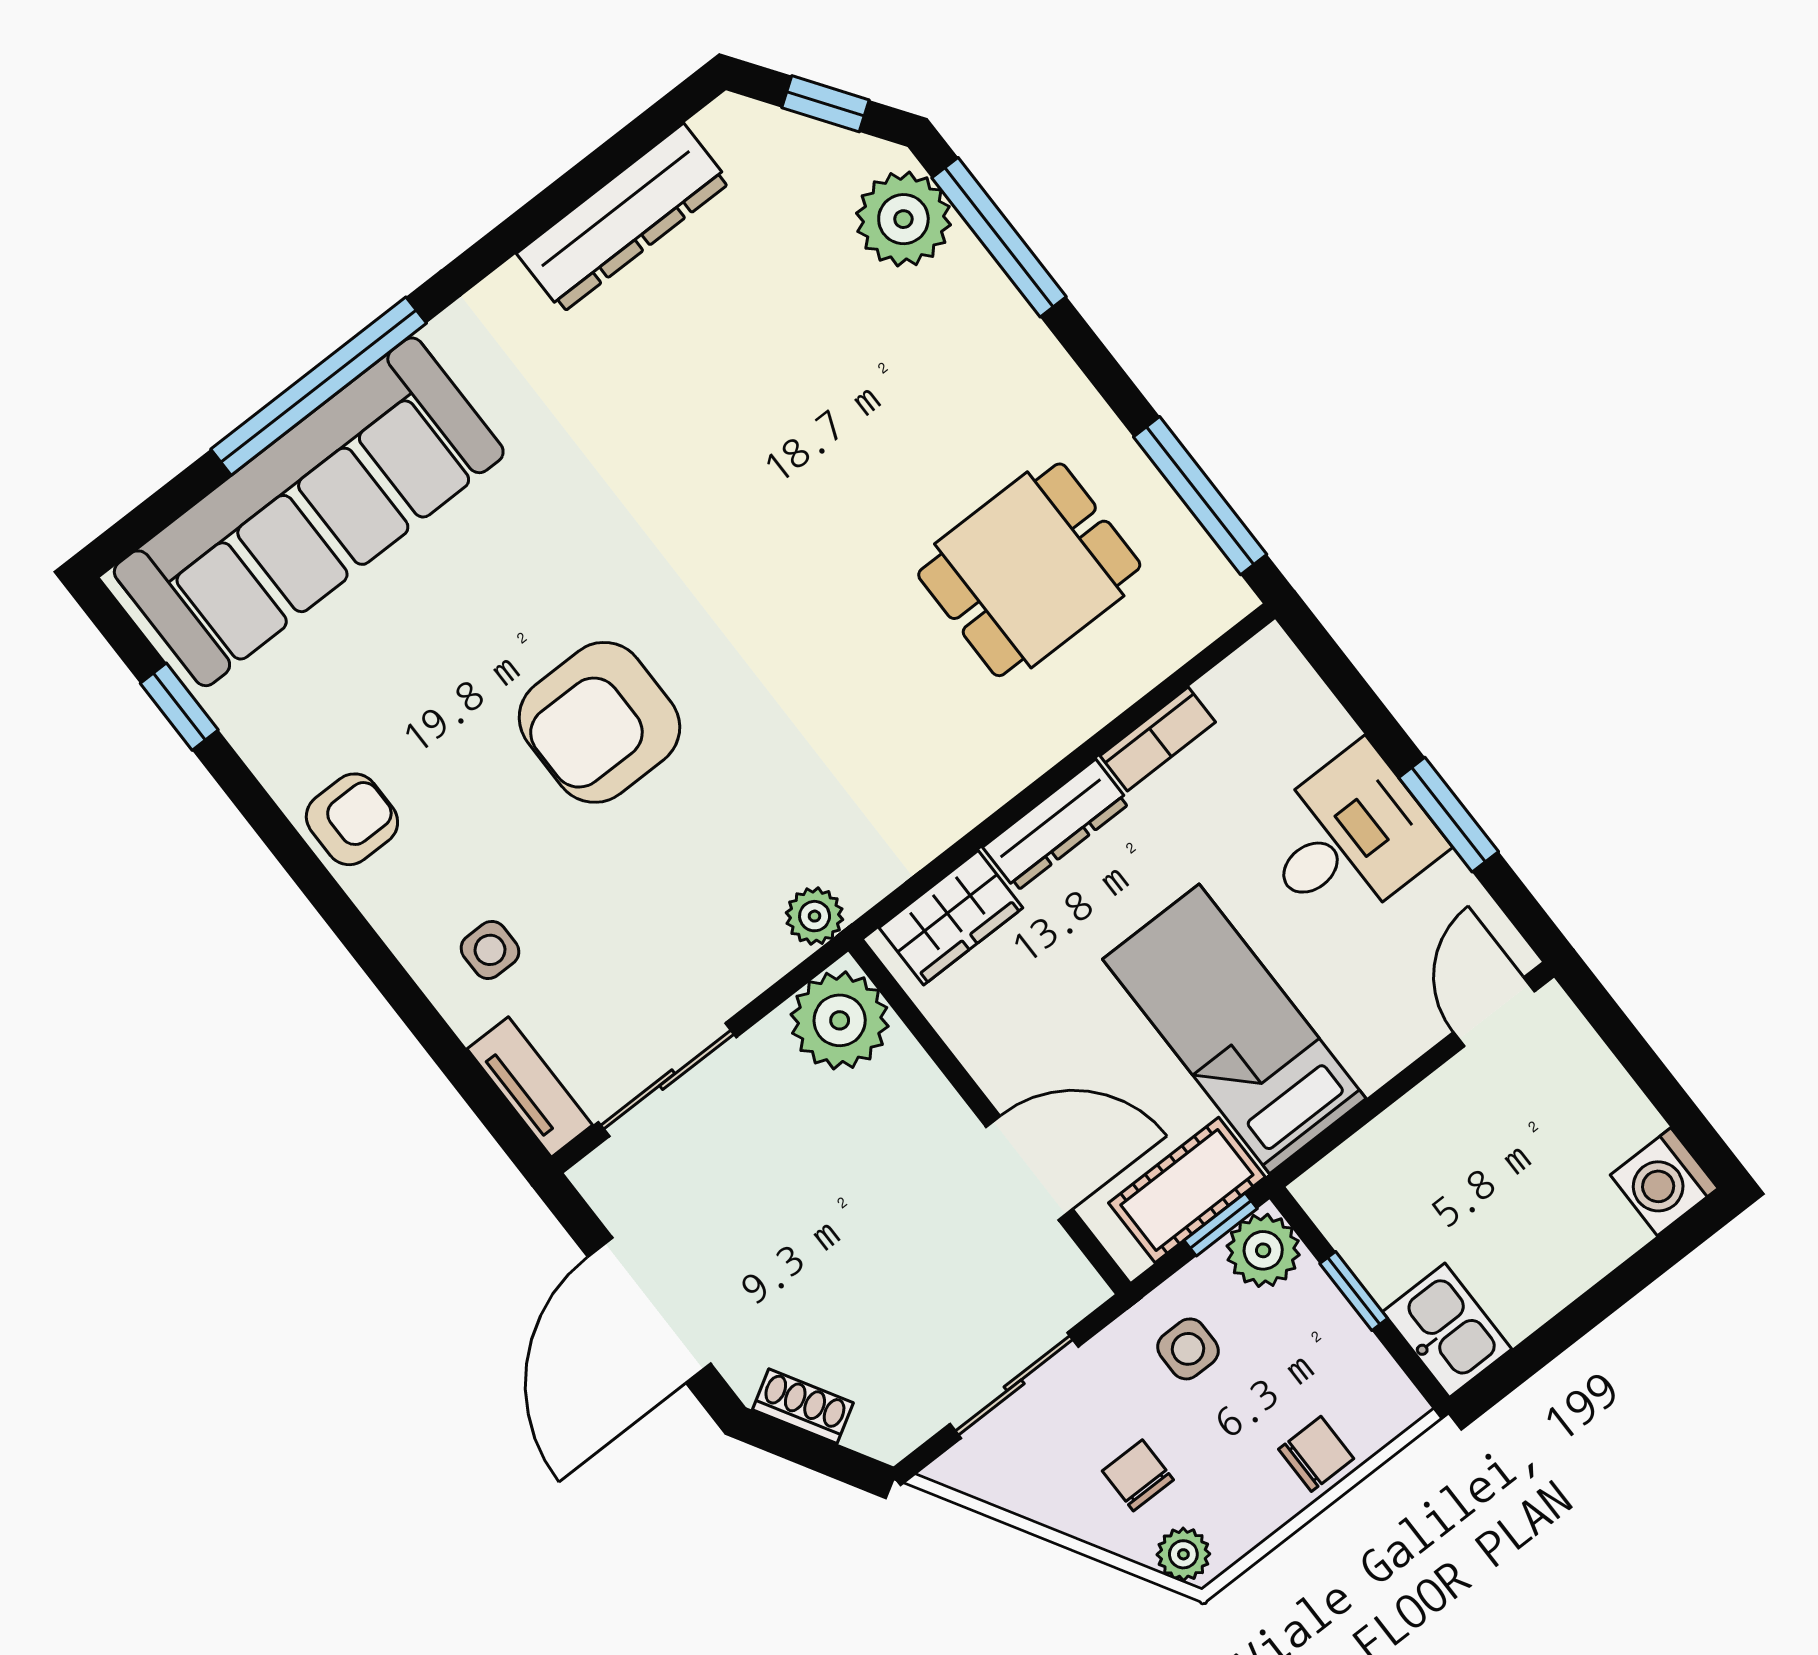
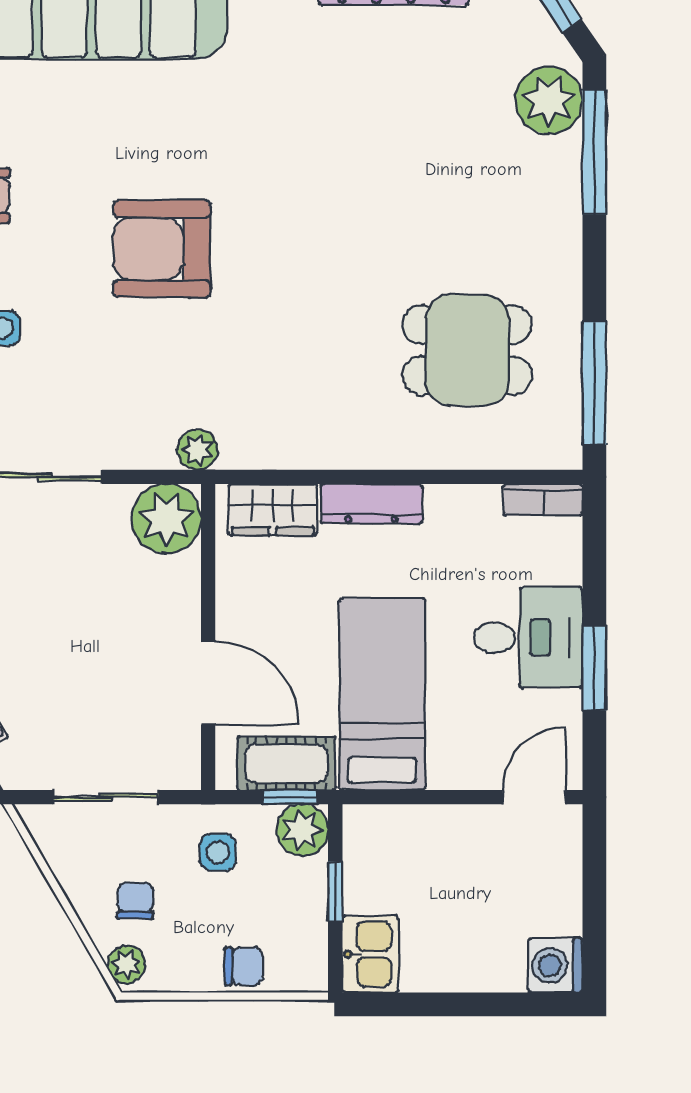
bookcase: (1158, 739) -> (543, 500), moved

